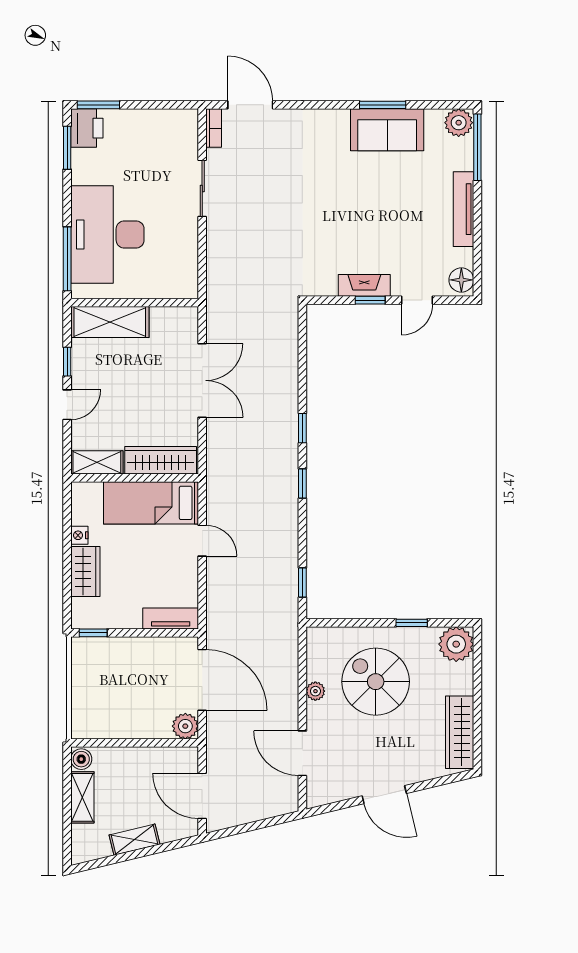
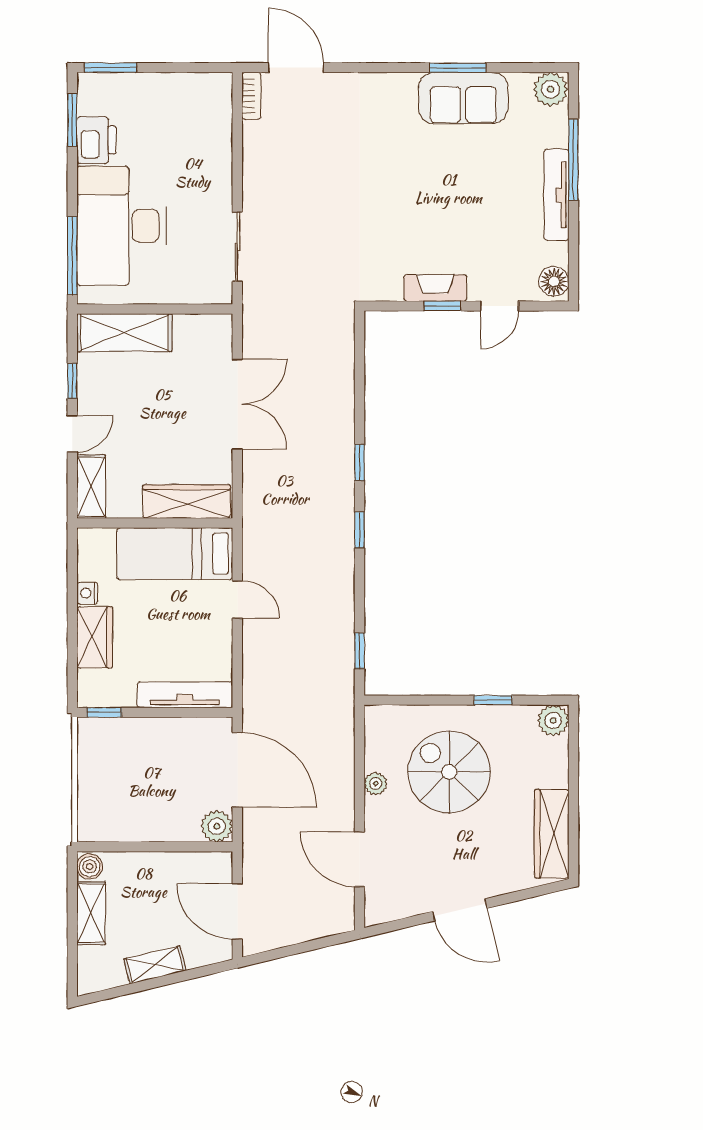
printer: (87, 128) -> (96, 140), moved
window: (477, 147) -> (573, 160), moved
sliding door: (202, 188) -> (237, 247), moved
shelving: (97, 462) -> (91, 487), moved, turned 90
tv unit: (171, 619) -> (185, 695), width x1.41
plant: (456, 644) -> (553, 720), width x0.73, depth x0.73

